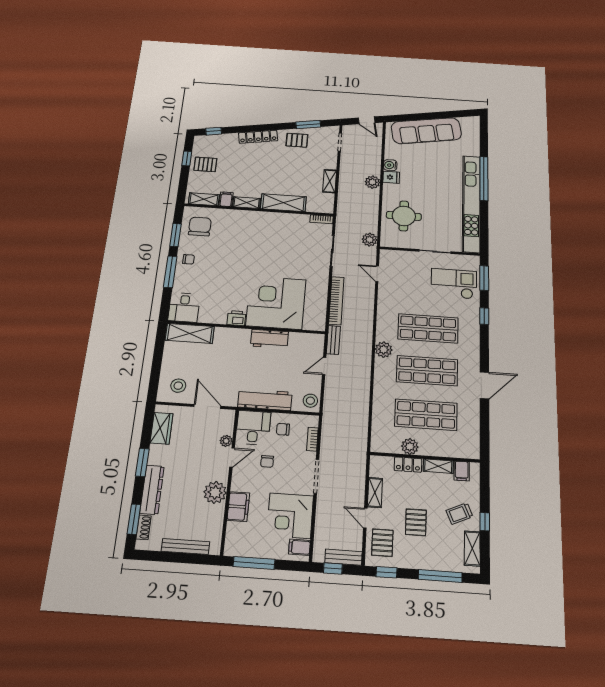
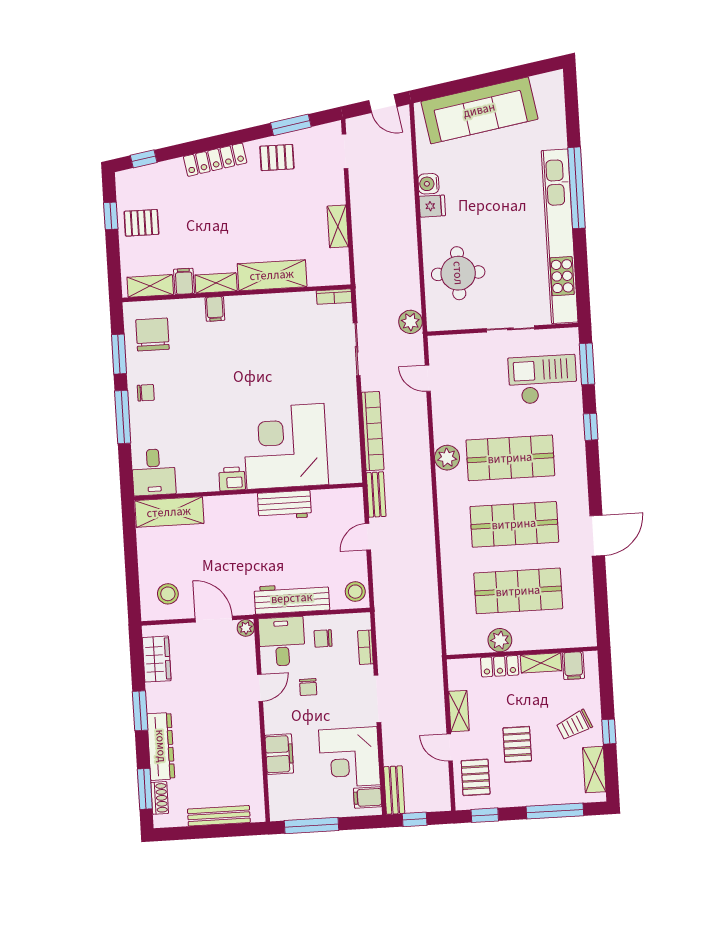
plant: (372, 182) -> (404, 219), removed
filing cabinet: (243, 217) -> (215, 309), added
plant: (384, 350) -> (447, 458), moved
plant: (226, 441) -> (246, 628), moved
plant: (215, 492) -> (245, 739), removed
bench: (344, 557) -> (394, 790), moved, turned 90

